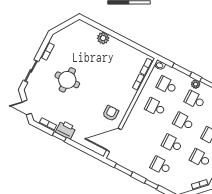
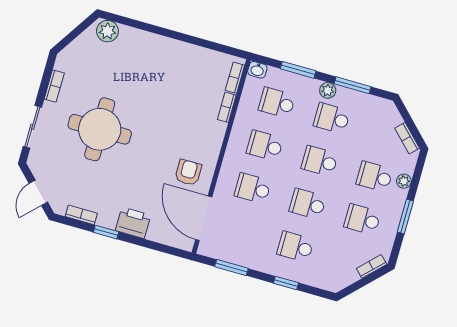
plant: (103, 38) -> (107, 31), moved
round table: (67, 80) -> (100, 129), width x1.36, depth x1.36
door: (27, 108) -> (38, 193), hinge flipped
school desk: (144, 129) -> (253, 188), added
printer: (66, 130) -> (133, 223), moved
door: (114, 140) -> (204, 218), hinge flipped

